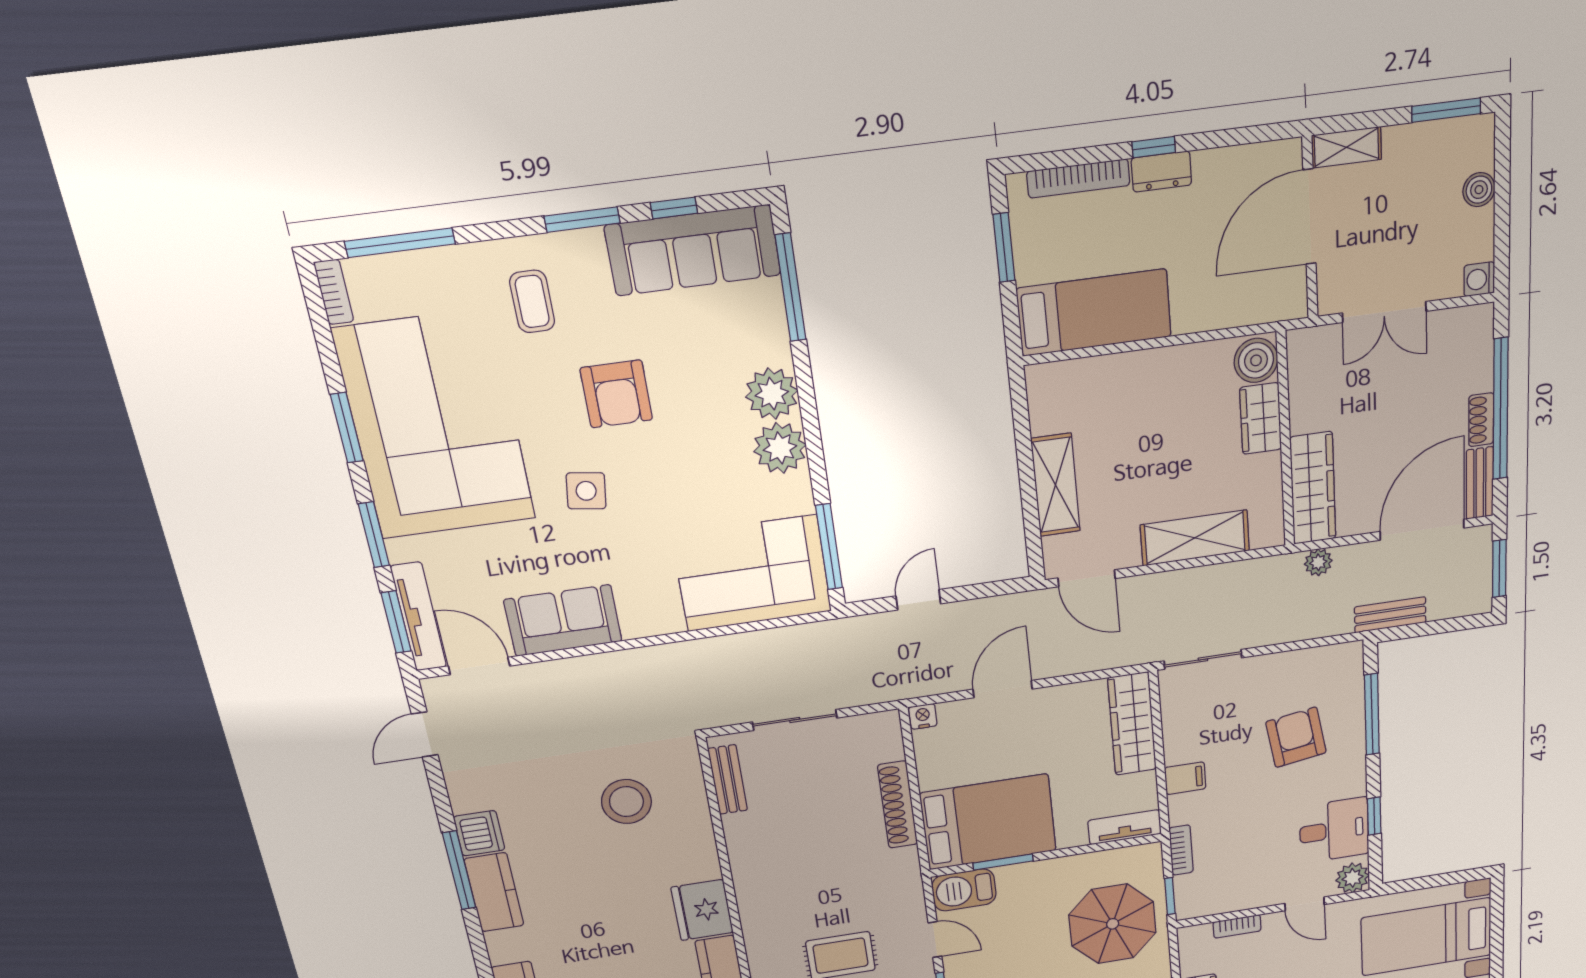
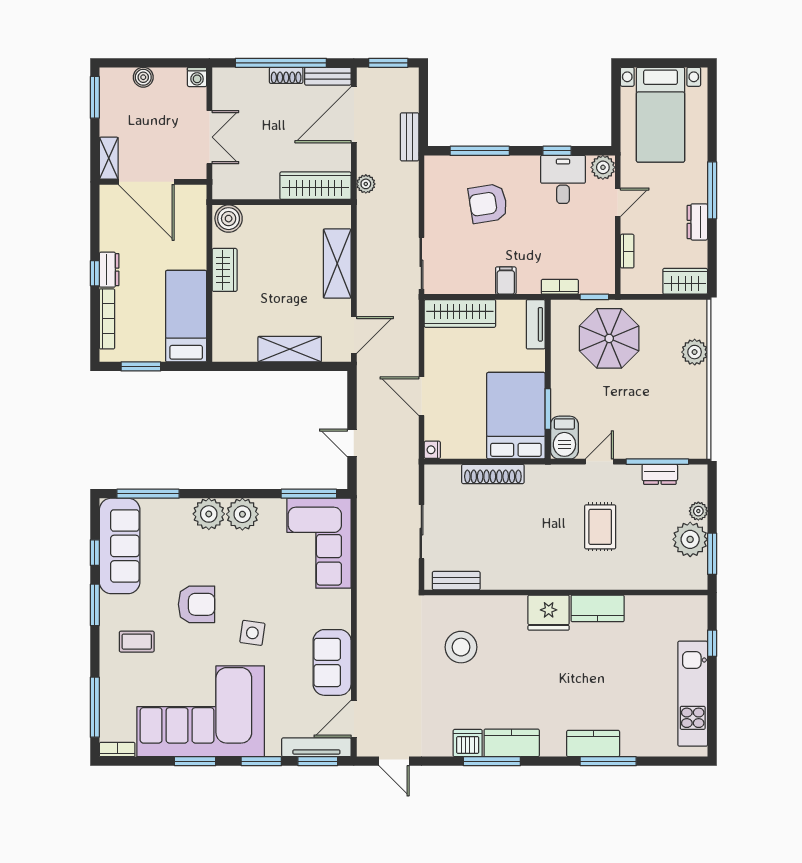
wardrobe: (1261, 419) -> (225, 270), moved, turned -90
door: (1422, 530) -> (354, 115), hinge flipped

